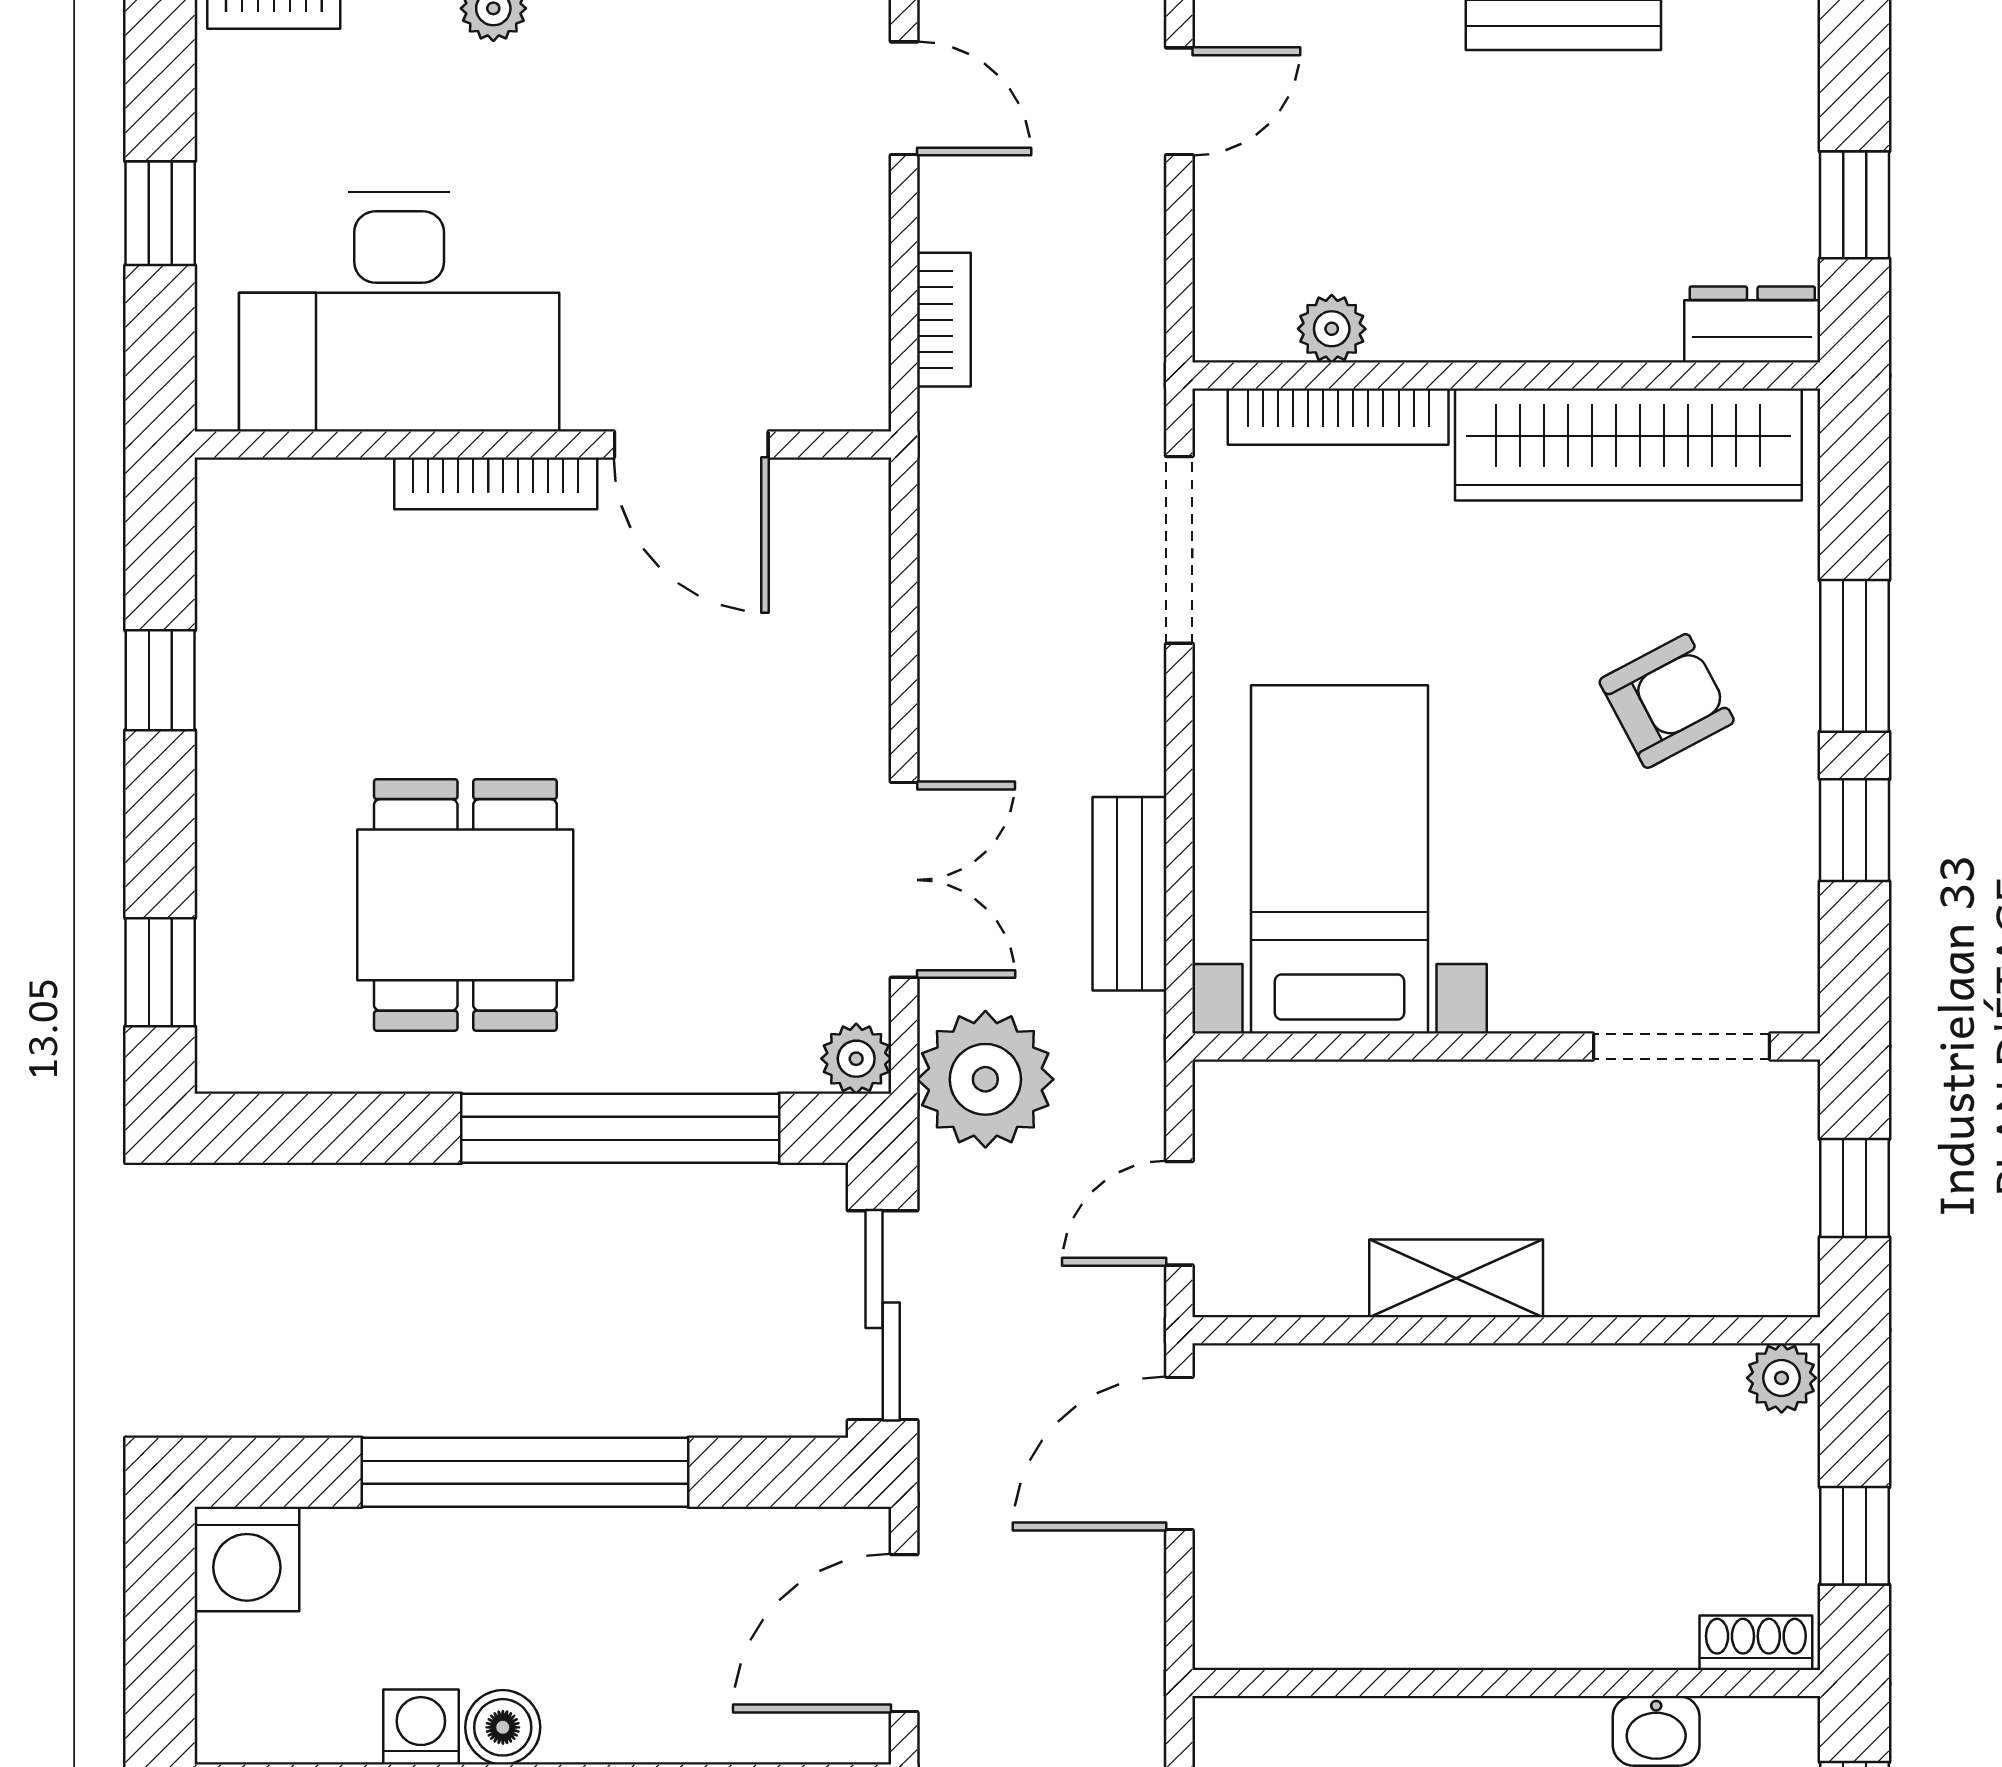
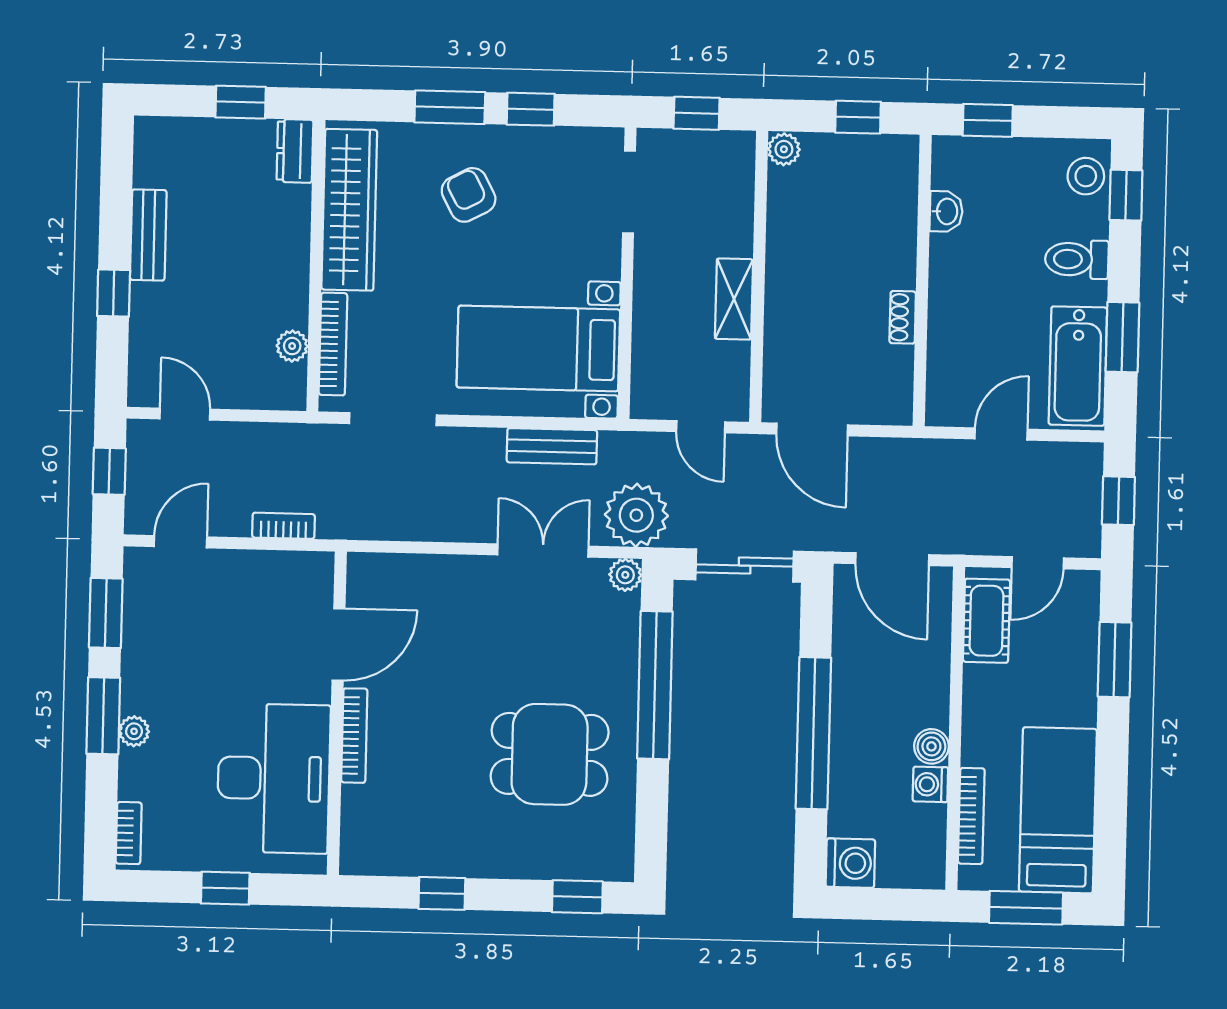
shoe rack: (1756, 1643) -> (903, 317), moved

